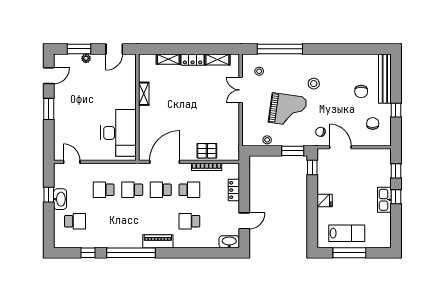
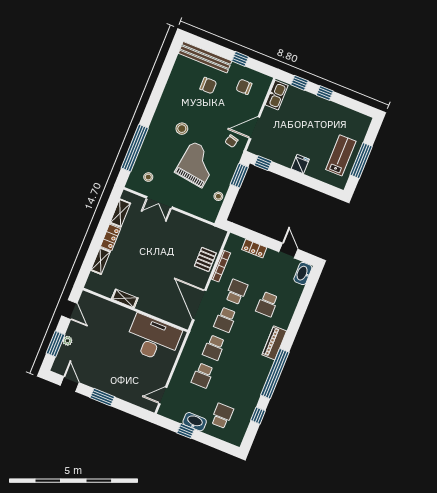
kitchen sink: (384, 200) -> (277, 95), moved, turned -90

